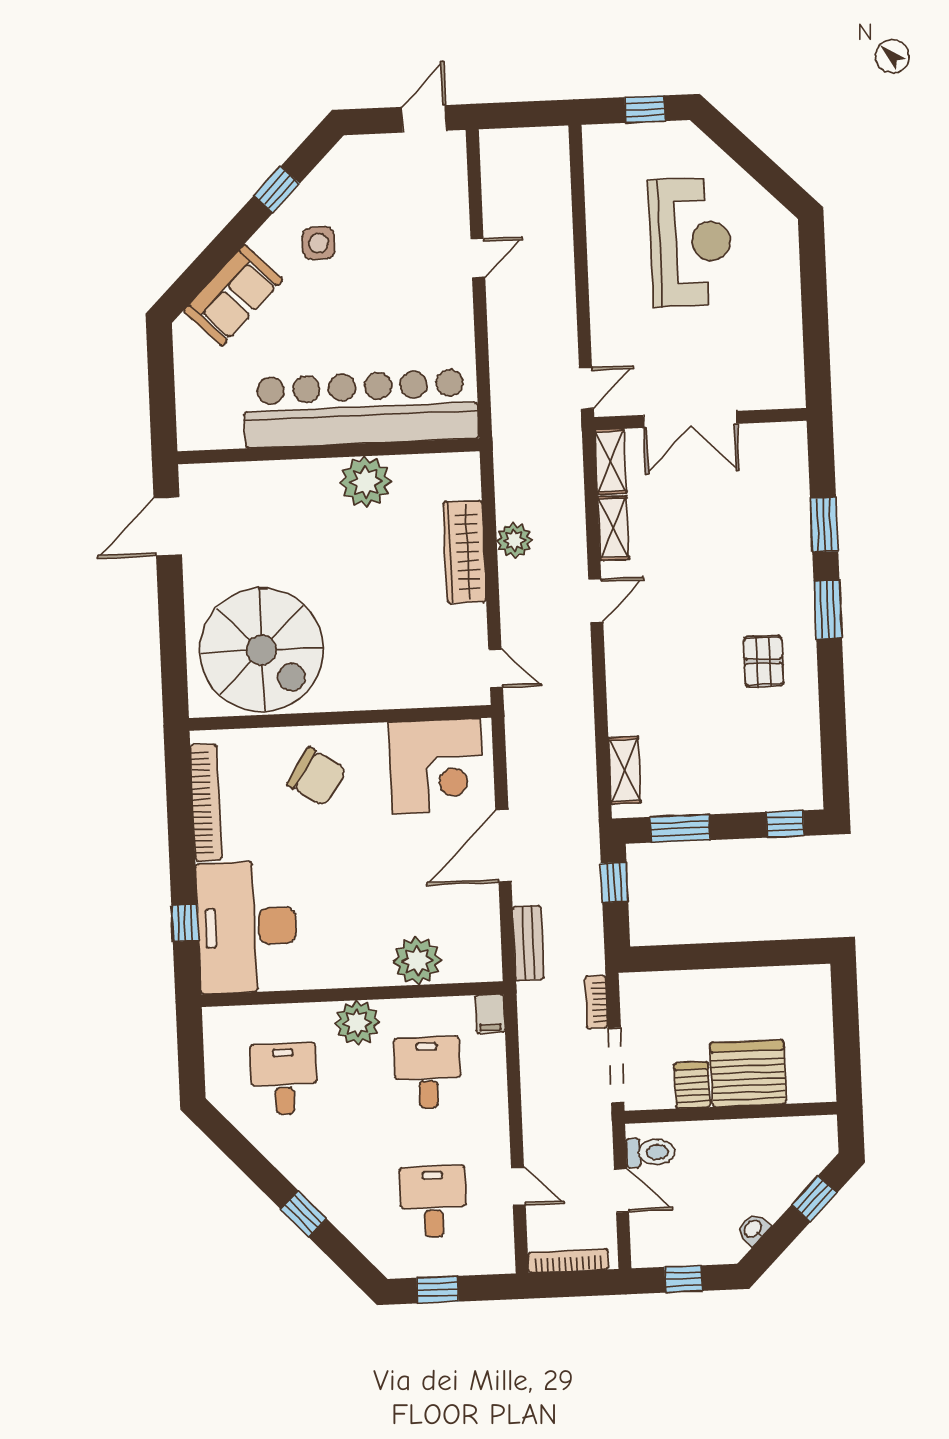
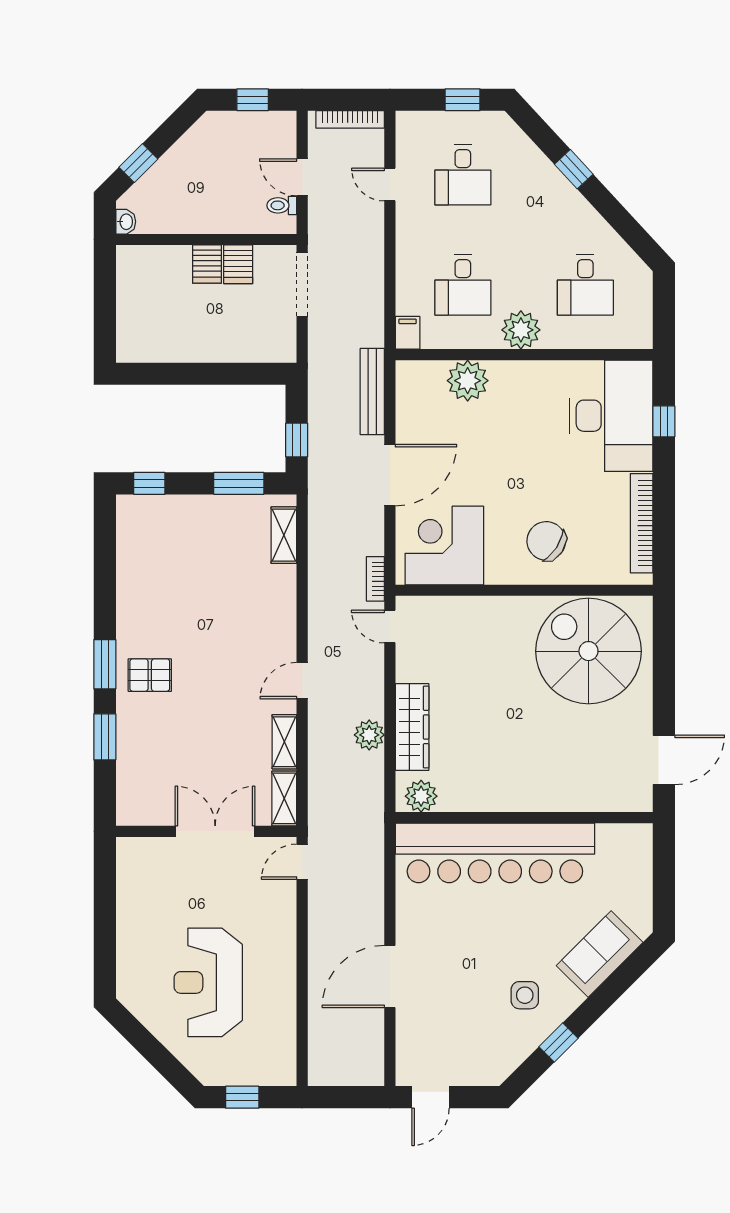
door: (478, 258) -> (390, 976), width x1.88
plant: (366, 482) -> (421, 796), moved, width x0.73, depth x0.73
pallet: (764, 661) -> (150, 675), moved, turned 90
bench: (528, 943) -> (372, 392), width x1.36
bookcase: (596, 1002) -> (375, 579), moved, turned 180
server rack: (748, 1073) -> (207, 264), width x0.46, depth x0.70
toilet: (650, 1152) -> (282, 205), width x0.73, depth x0.72
washbasin: (753, 1229) -> (126, 222), moved, turned -45

